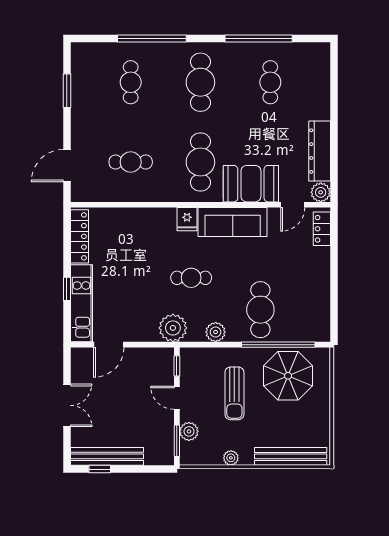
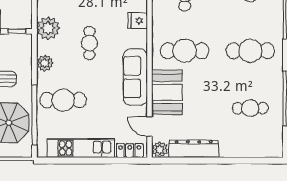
fridge: (187, 219) -> (138, 21), moved
kitchen unit: (319, 288) -> (81, 148), added

